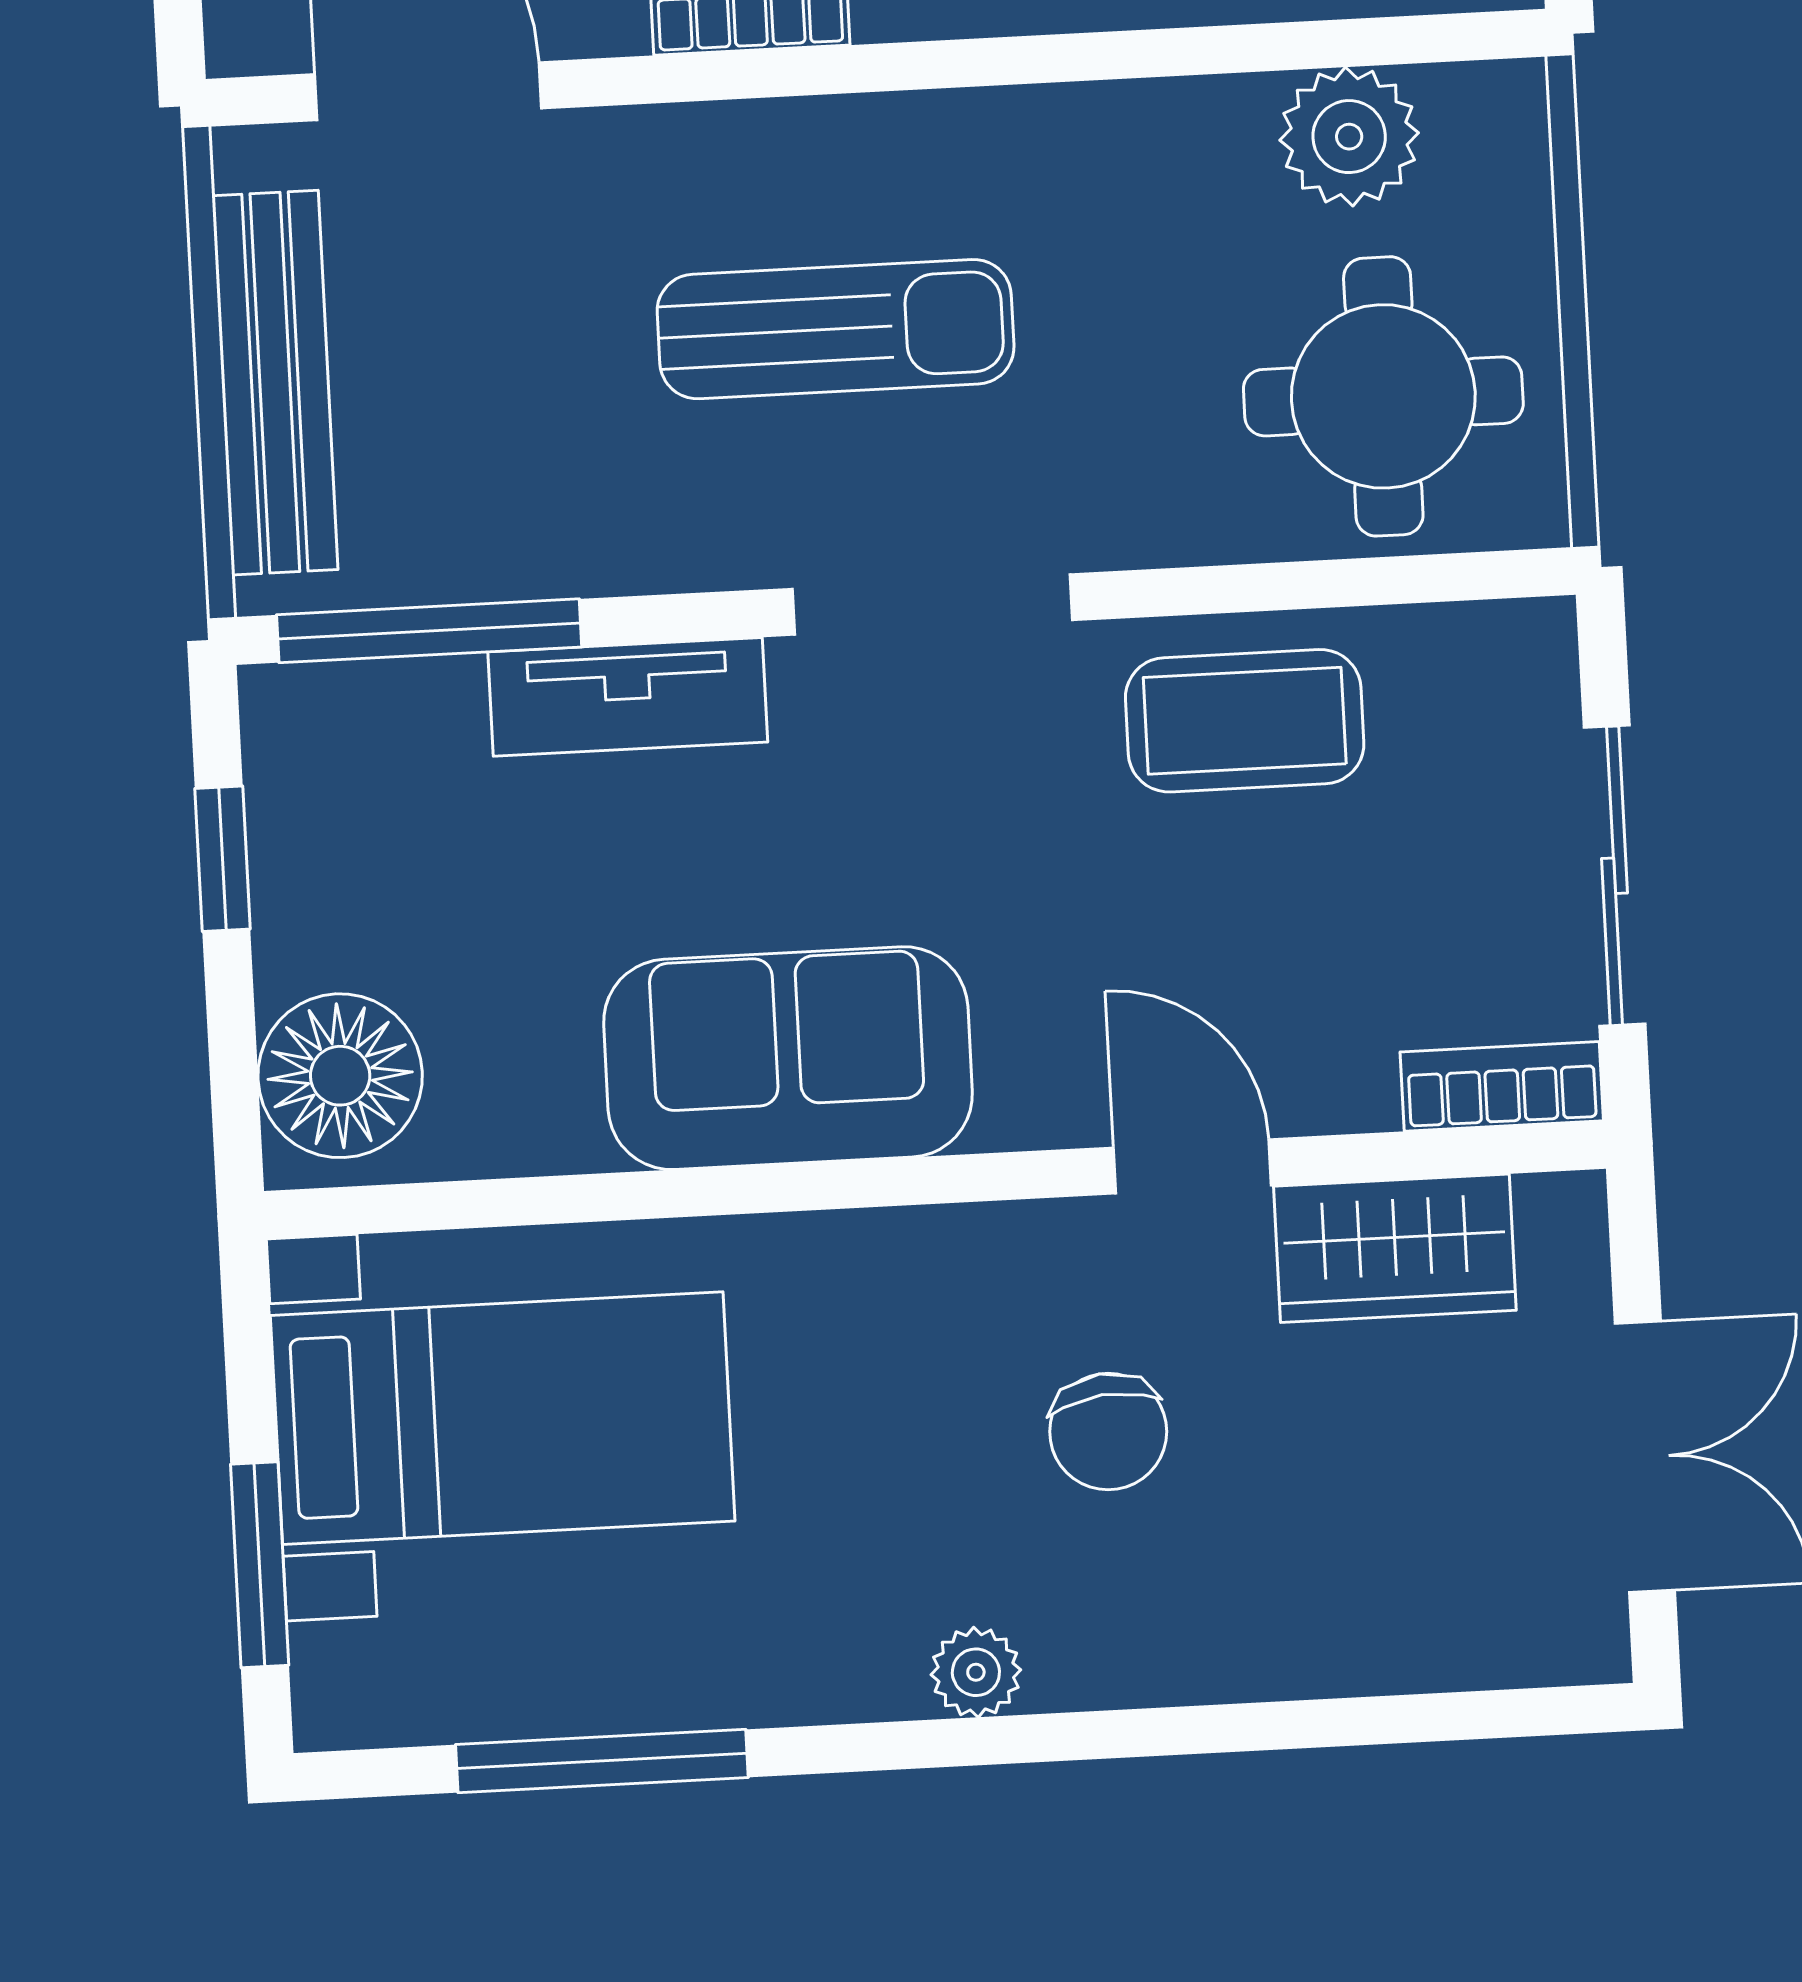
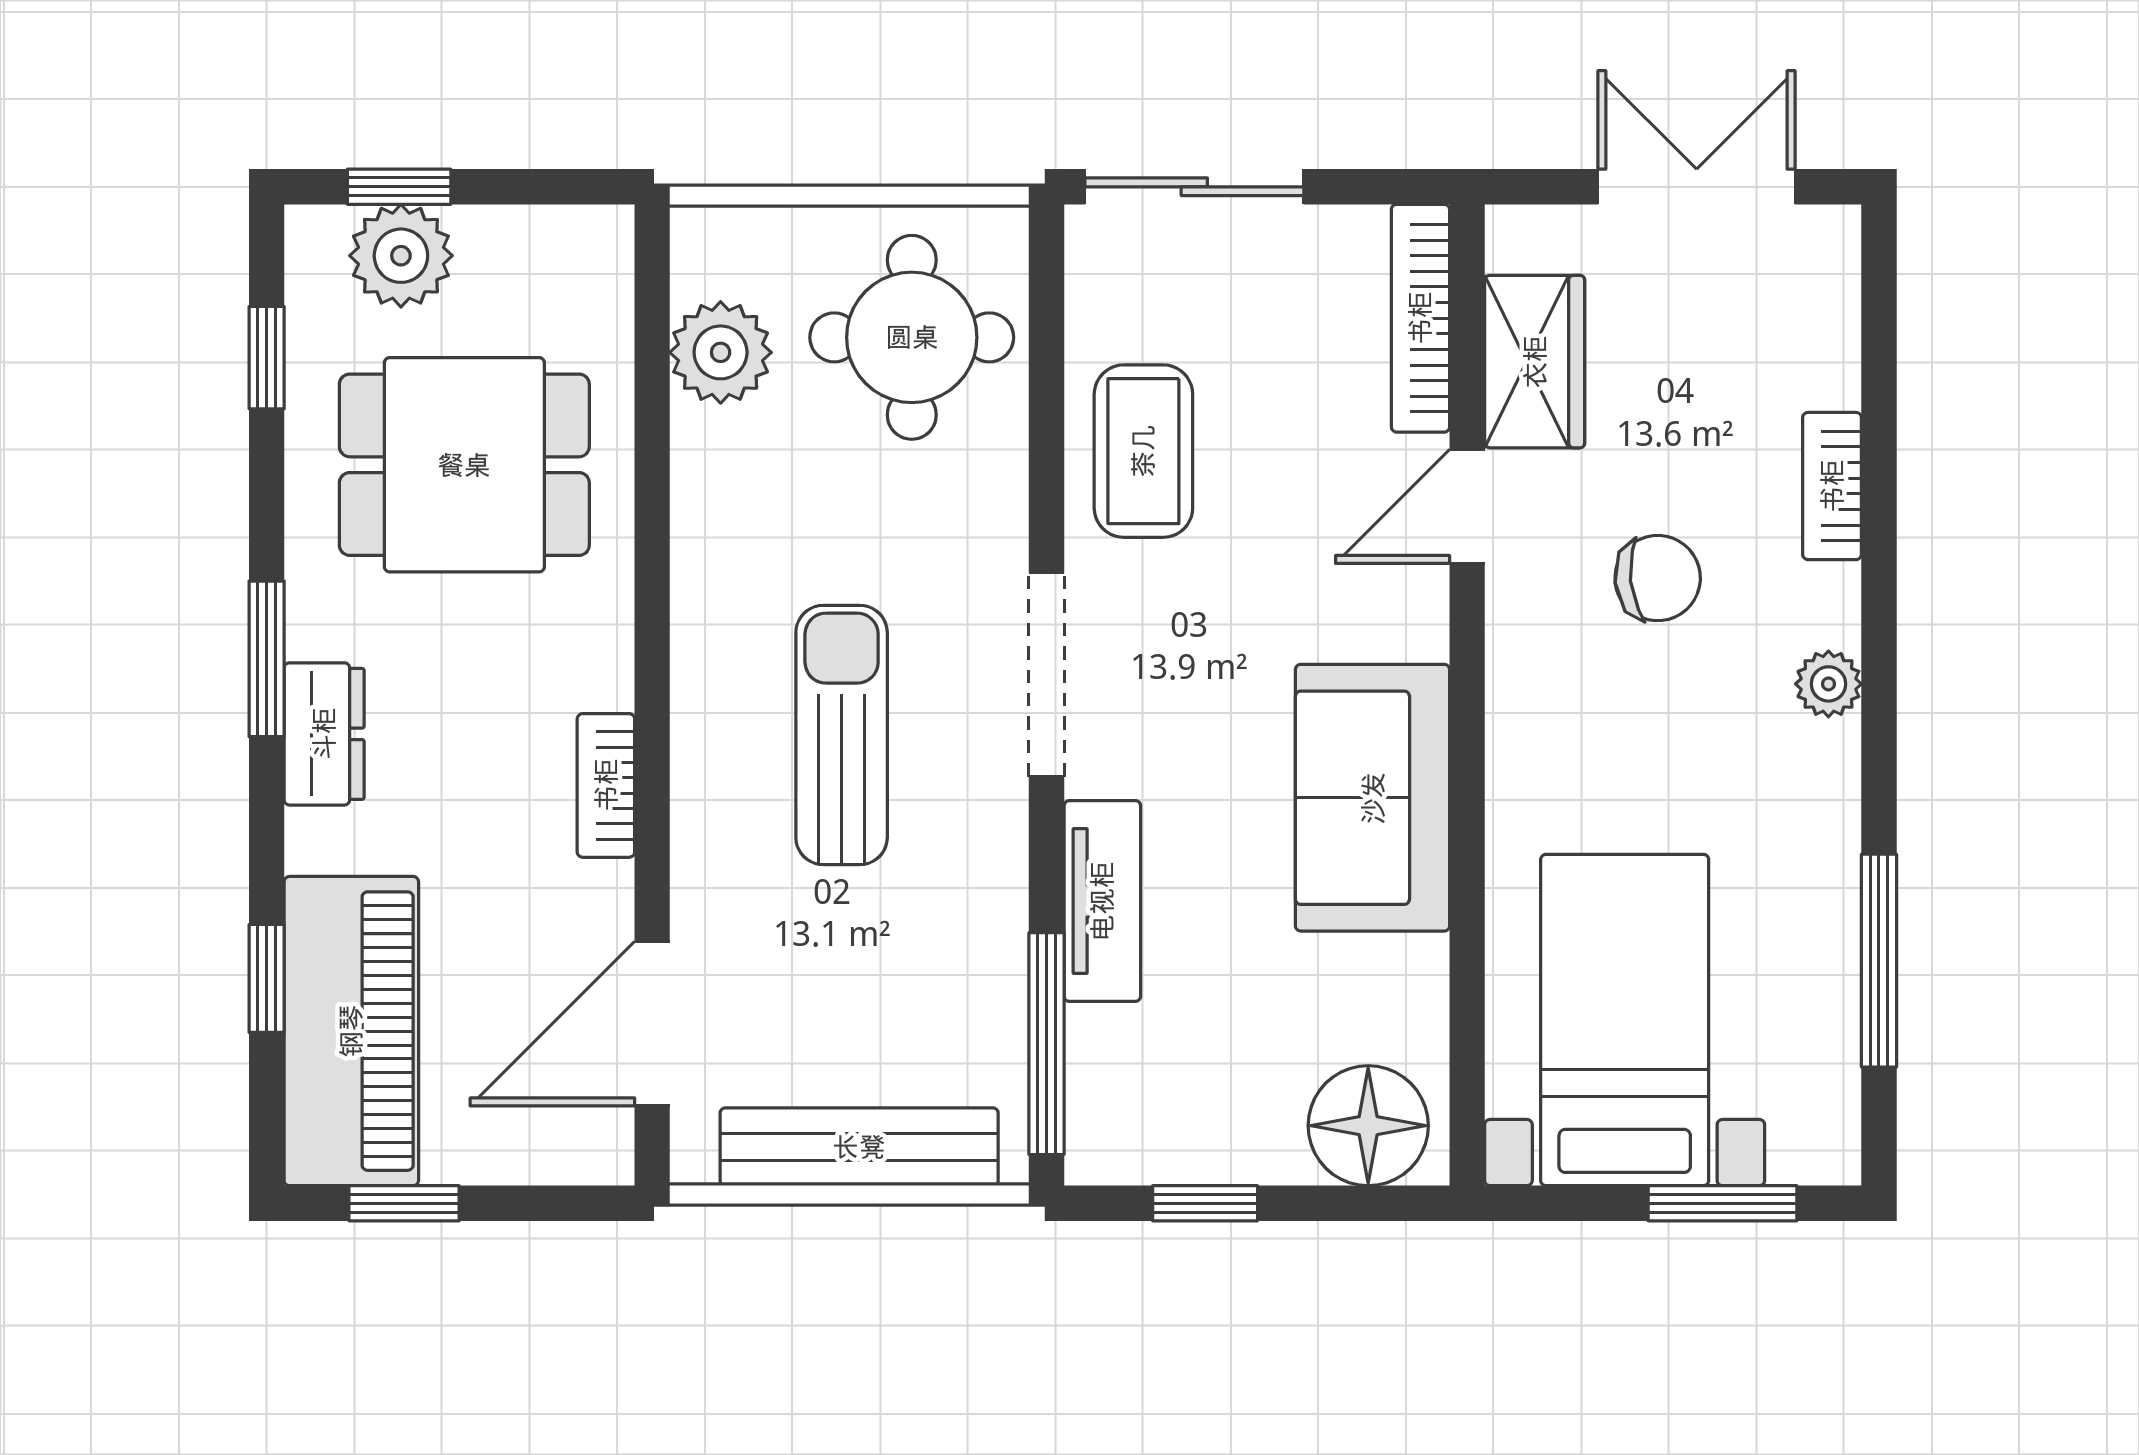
sliding door: (1615, 876) -> (1194, 187), moved
bookcase: (1502, 1086) -> (1420, 318), width x1.56
bookcase: (1246, 1663) -> (1832, 486), added

